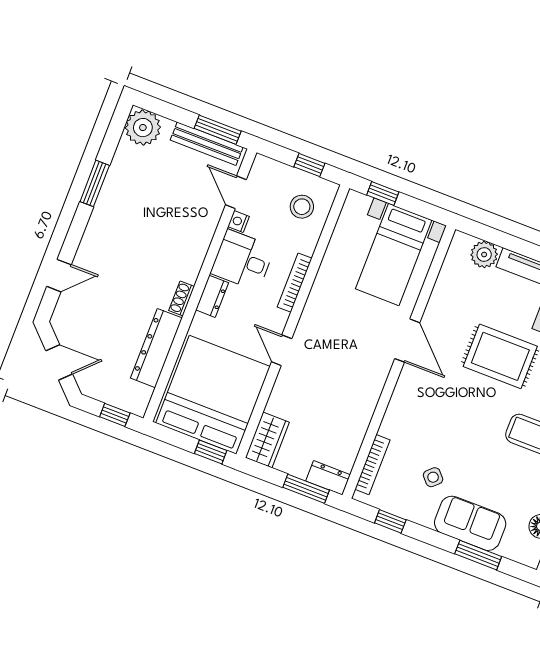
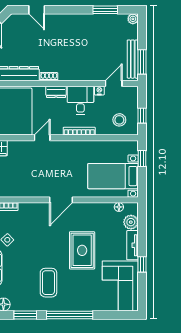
plant: (143, 128) -> (133, 19), width x0.53, depth x0.53
window: (95, 183) -> (105, 10), moved
floor lamp: (450, 265) -> (119, 207), added
door: (407, 341) -> (61, 200), moved

